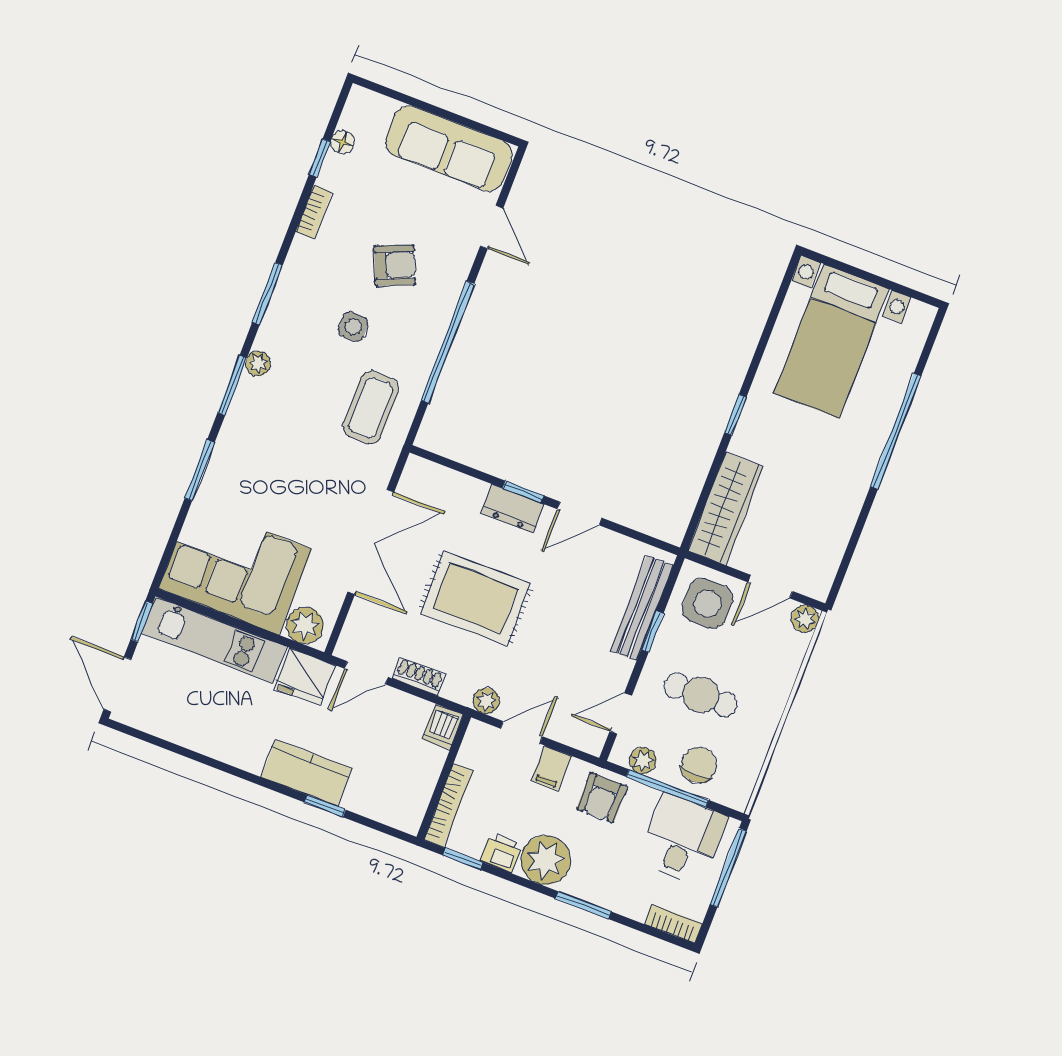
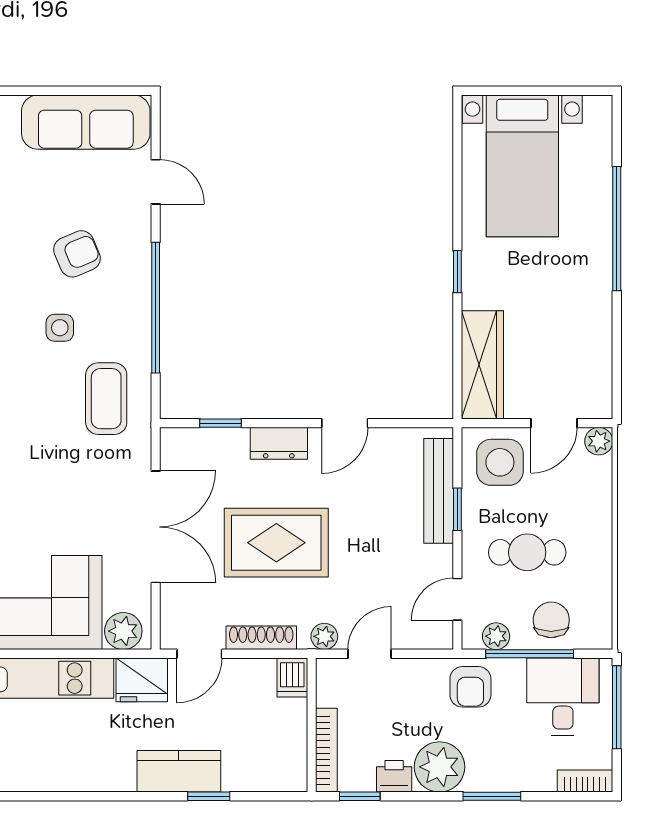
window: (523, 492) -> (221, 423), moved
shoe rack: (419, 676) -> (261, 638), width x1.43
filing cabinet: (551, 768) -> (411, 677), removed

